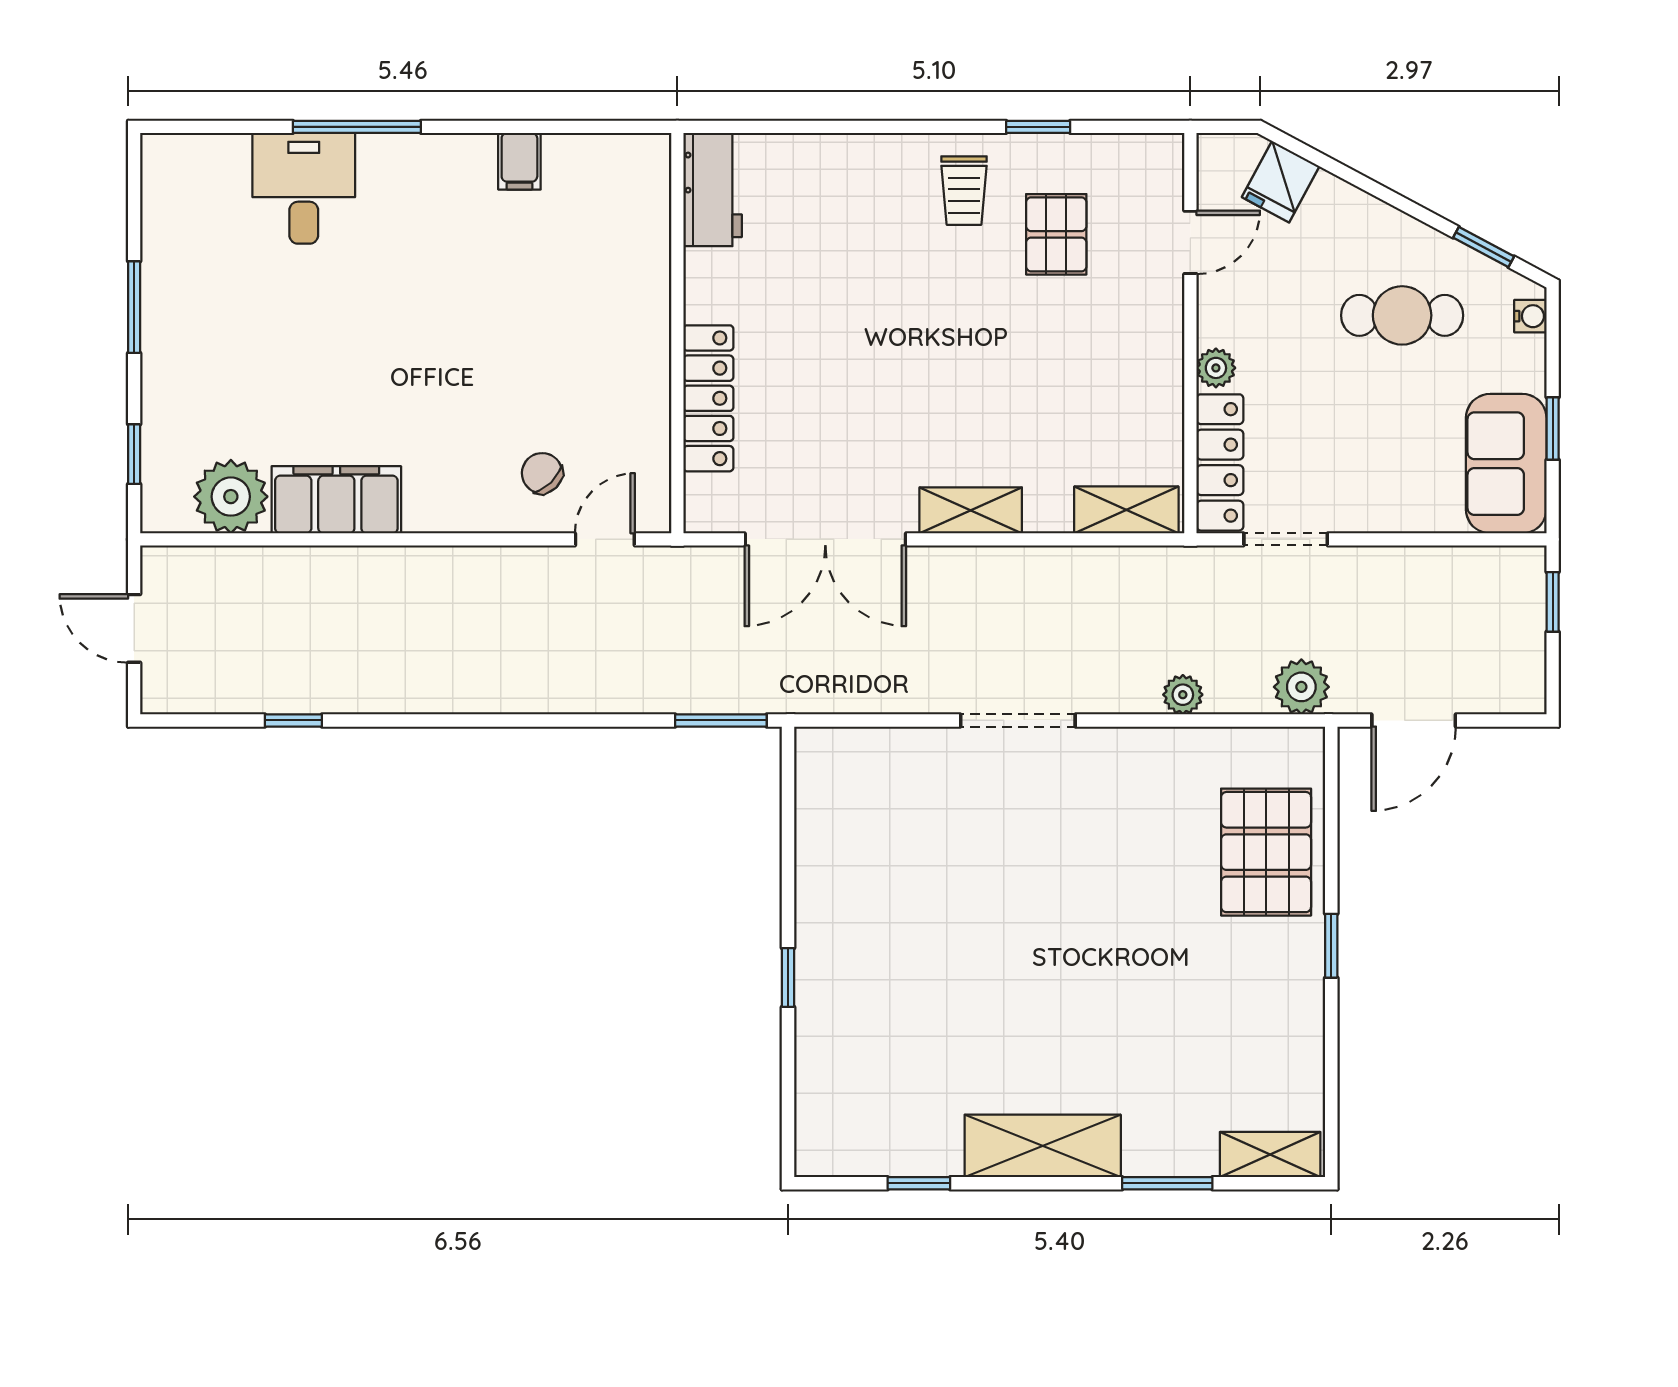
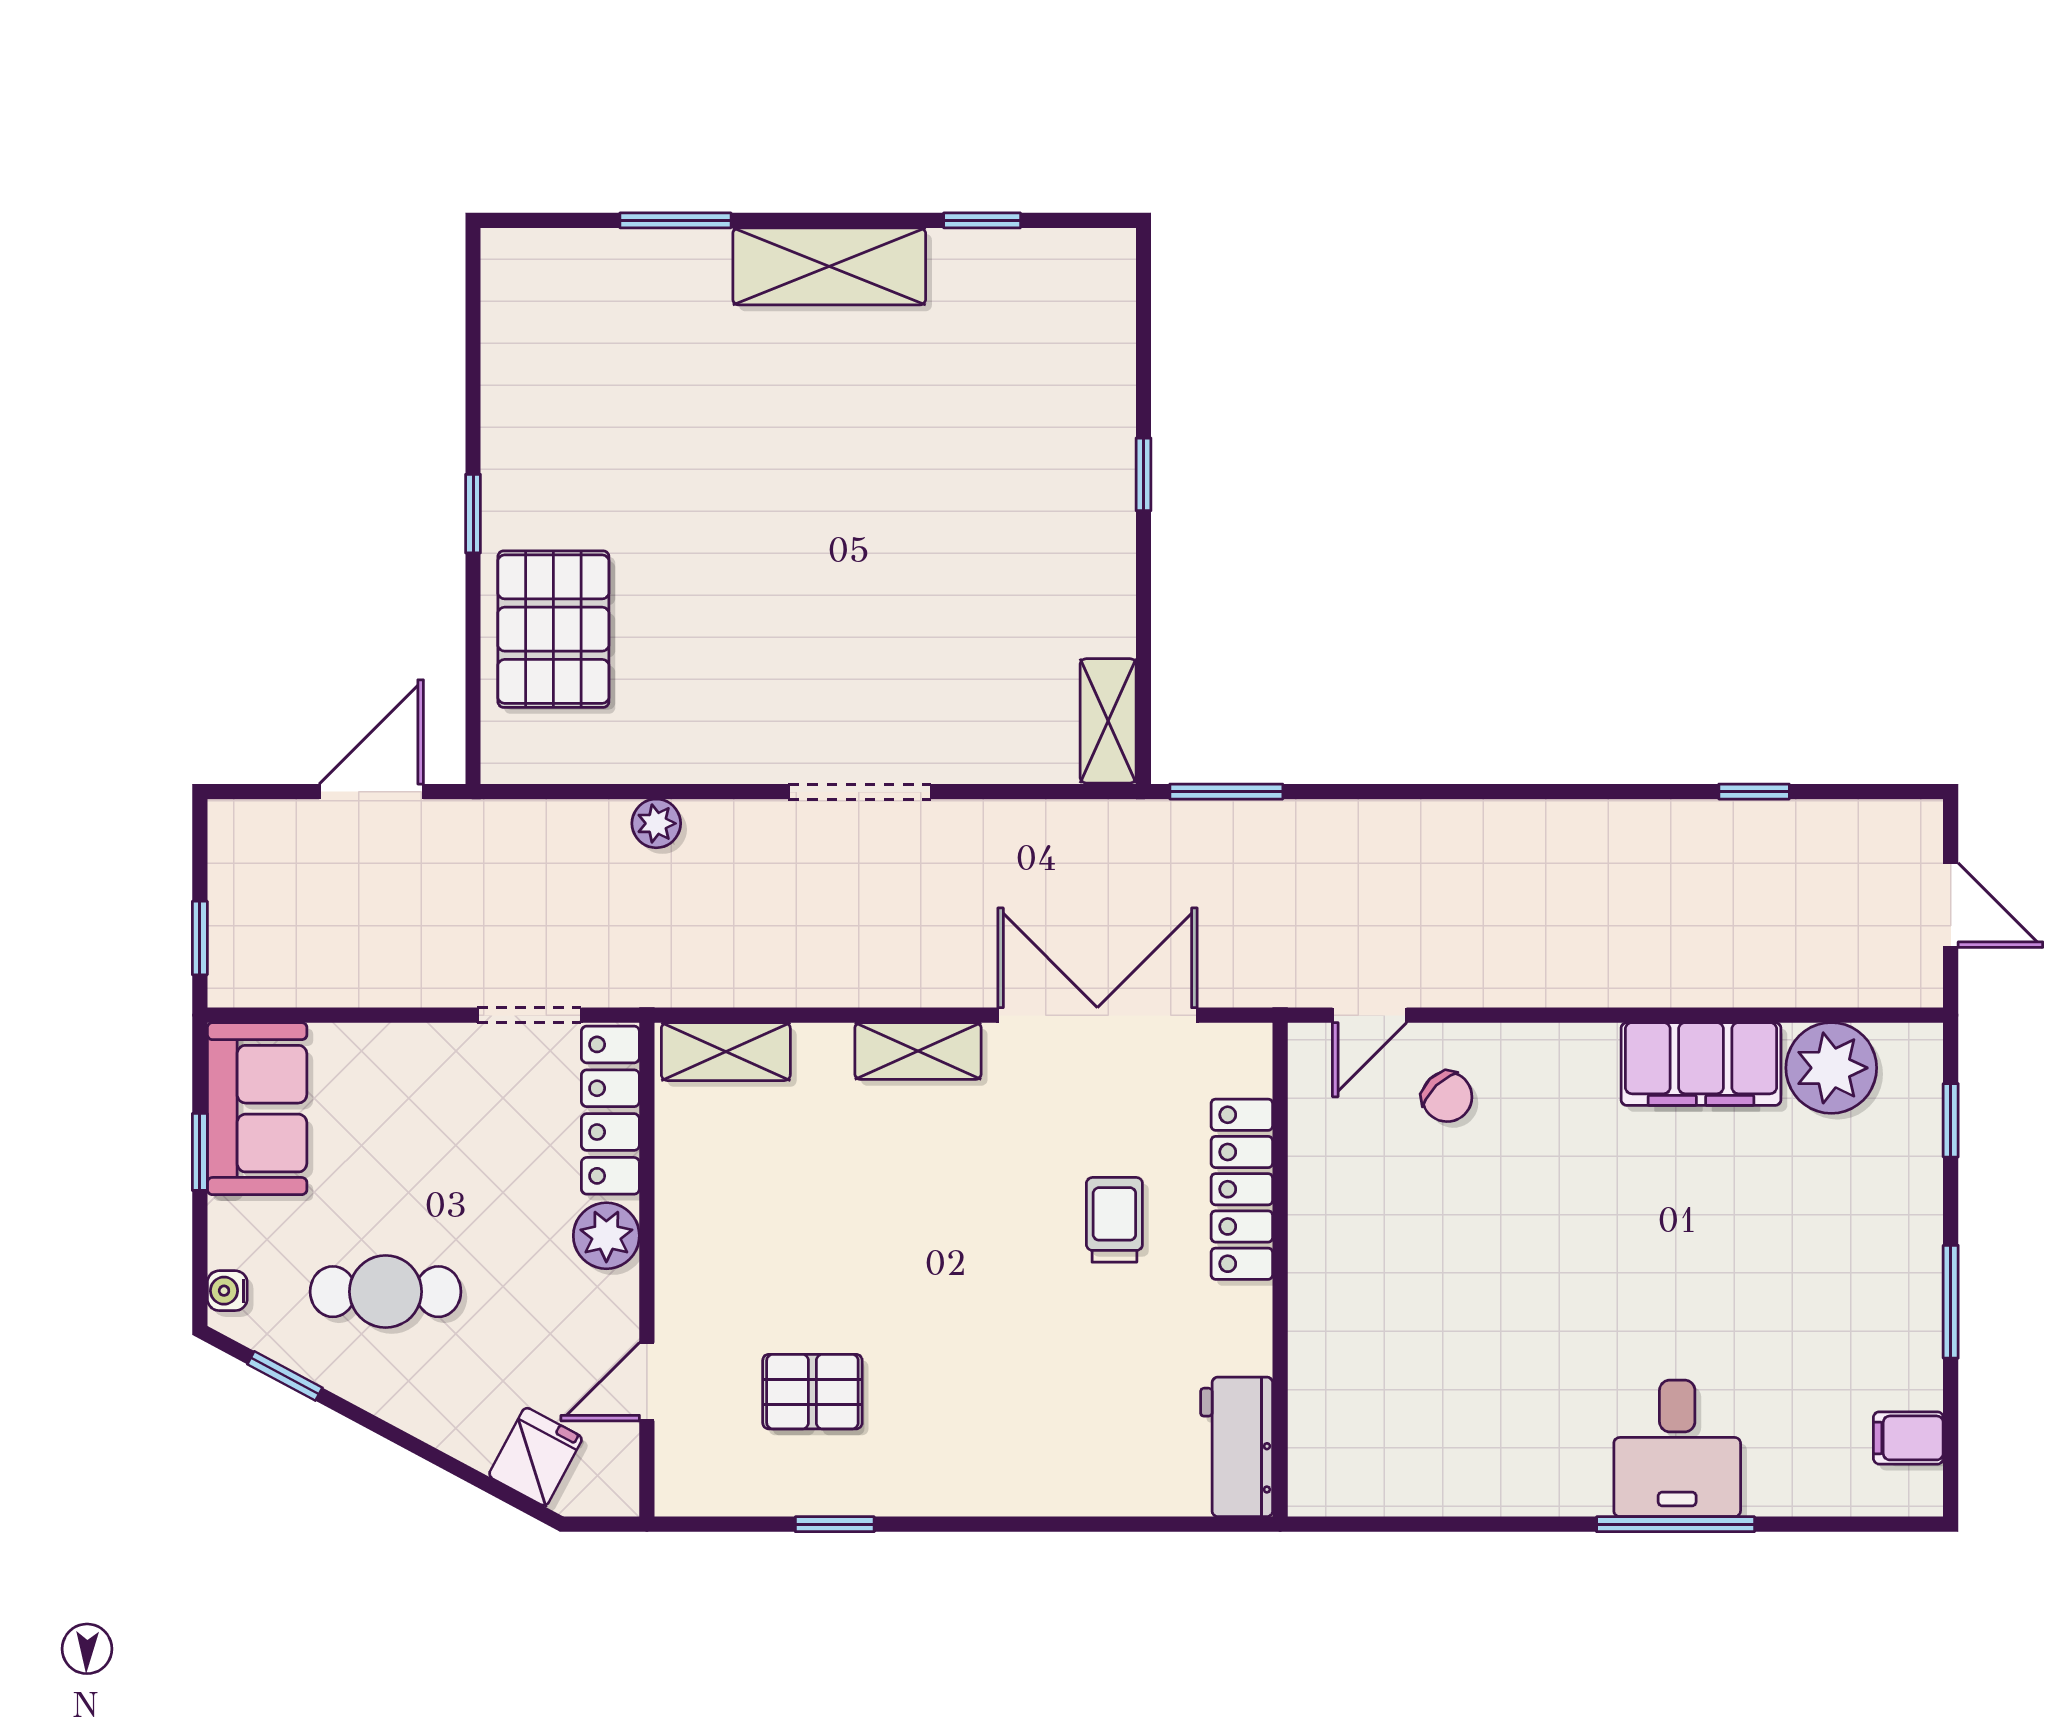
filing cabinet: (519, 161) -> (1908, 1438), moved, turned -90
desk: (304, 188) -> (1677, 1448), moved
trolley: (964, 191) -> (1114, 1220), moved
pallet: (1056, 234) -> (812, 1392), turned 90
plant: (1216, 368) -> (606, 1236), width x1.38, depth x1.38
plant: (1301, 687) -> (510, 833), removed
shelving: (1270, 1155) -> (1108, 721), moved, turned 90

